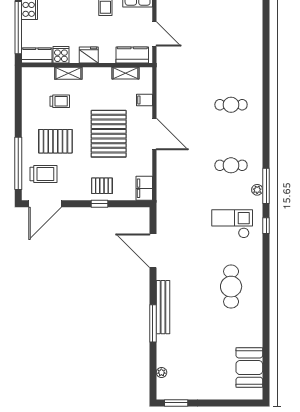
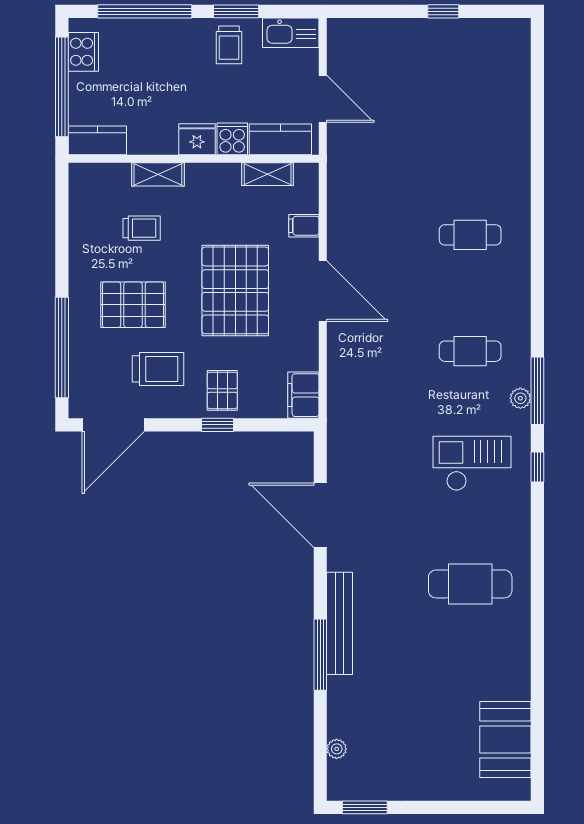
cooker: (61, 55) -> (232, 139), moved
trolley: (44, 174) -> (158, 369), moved
pallet: (102, 186) -> (222, 390), turned 90
cafe table: (231, 287) -> (470, 584), turned 90

